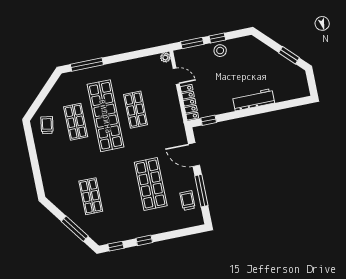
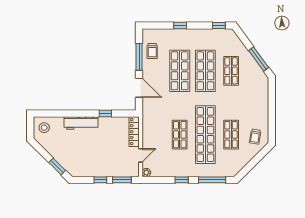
stool: (220, 51) -> (44, 128), moved
window: (289, 55) -> (57, 166), moved
window: (122, 57) -> (182, 180), added
door: (176, 76) -> (141, 155), swing flipped
window: (209, 120) -> (105, 114), moved
shop shelf: (121, 190) -> (205, 71), added
window: (75, 229) -> (259, 59), moved
window: (144, 240) -> (180, 26), moved

